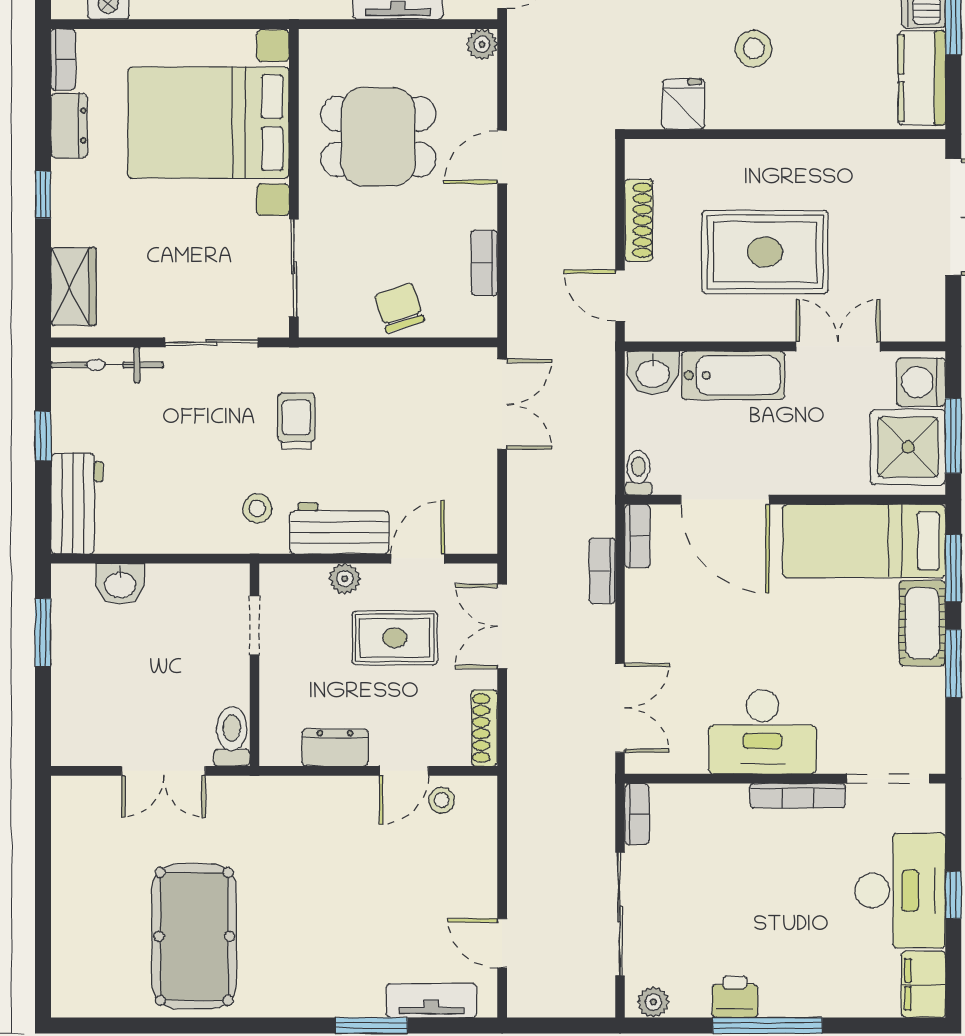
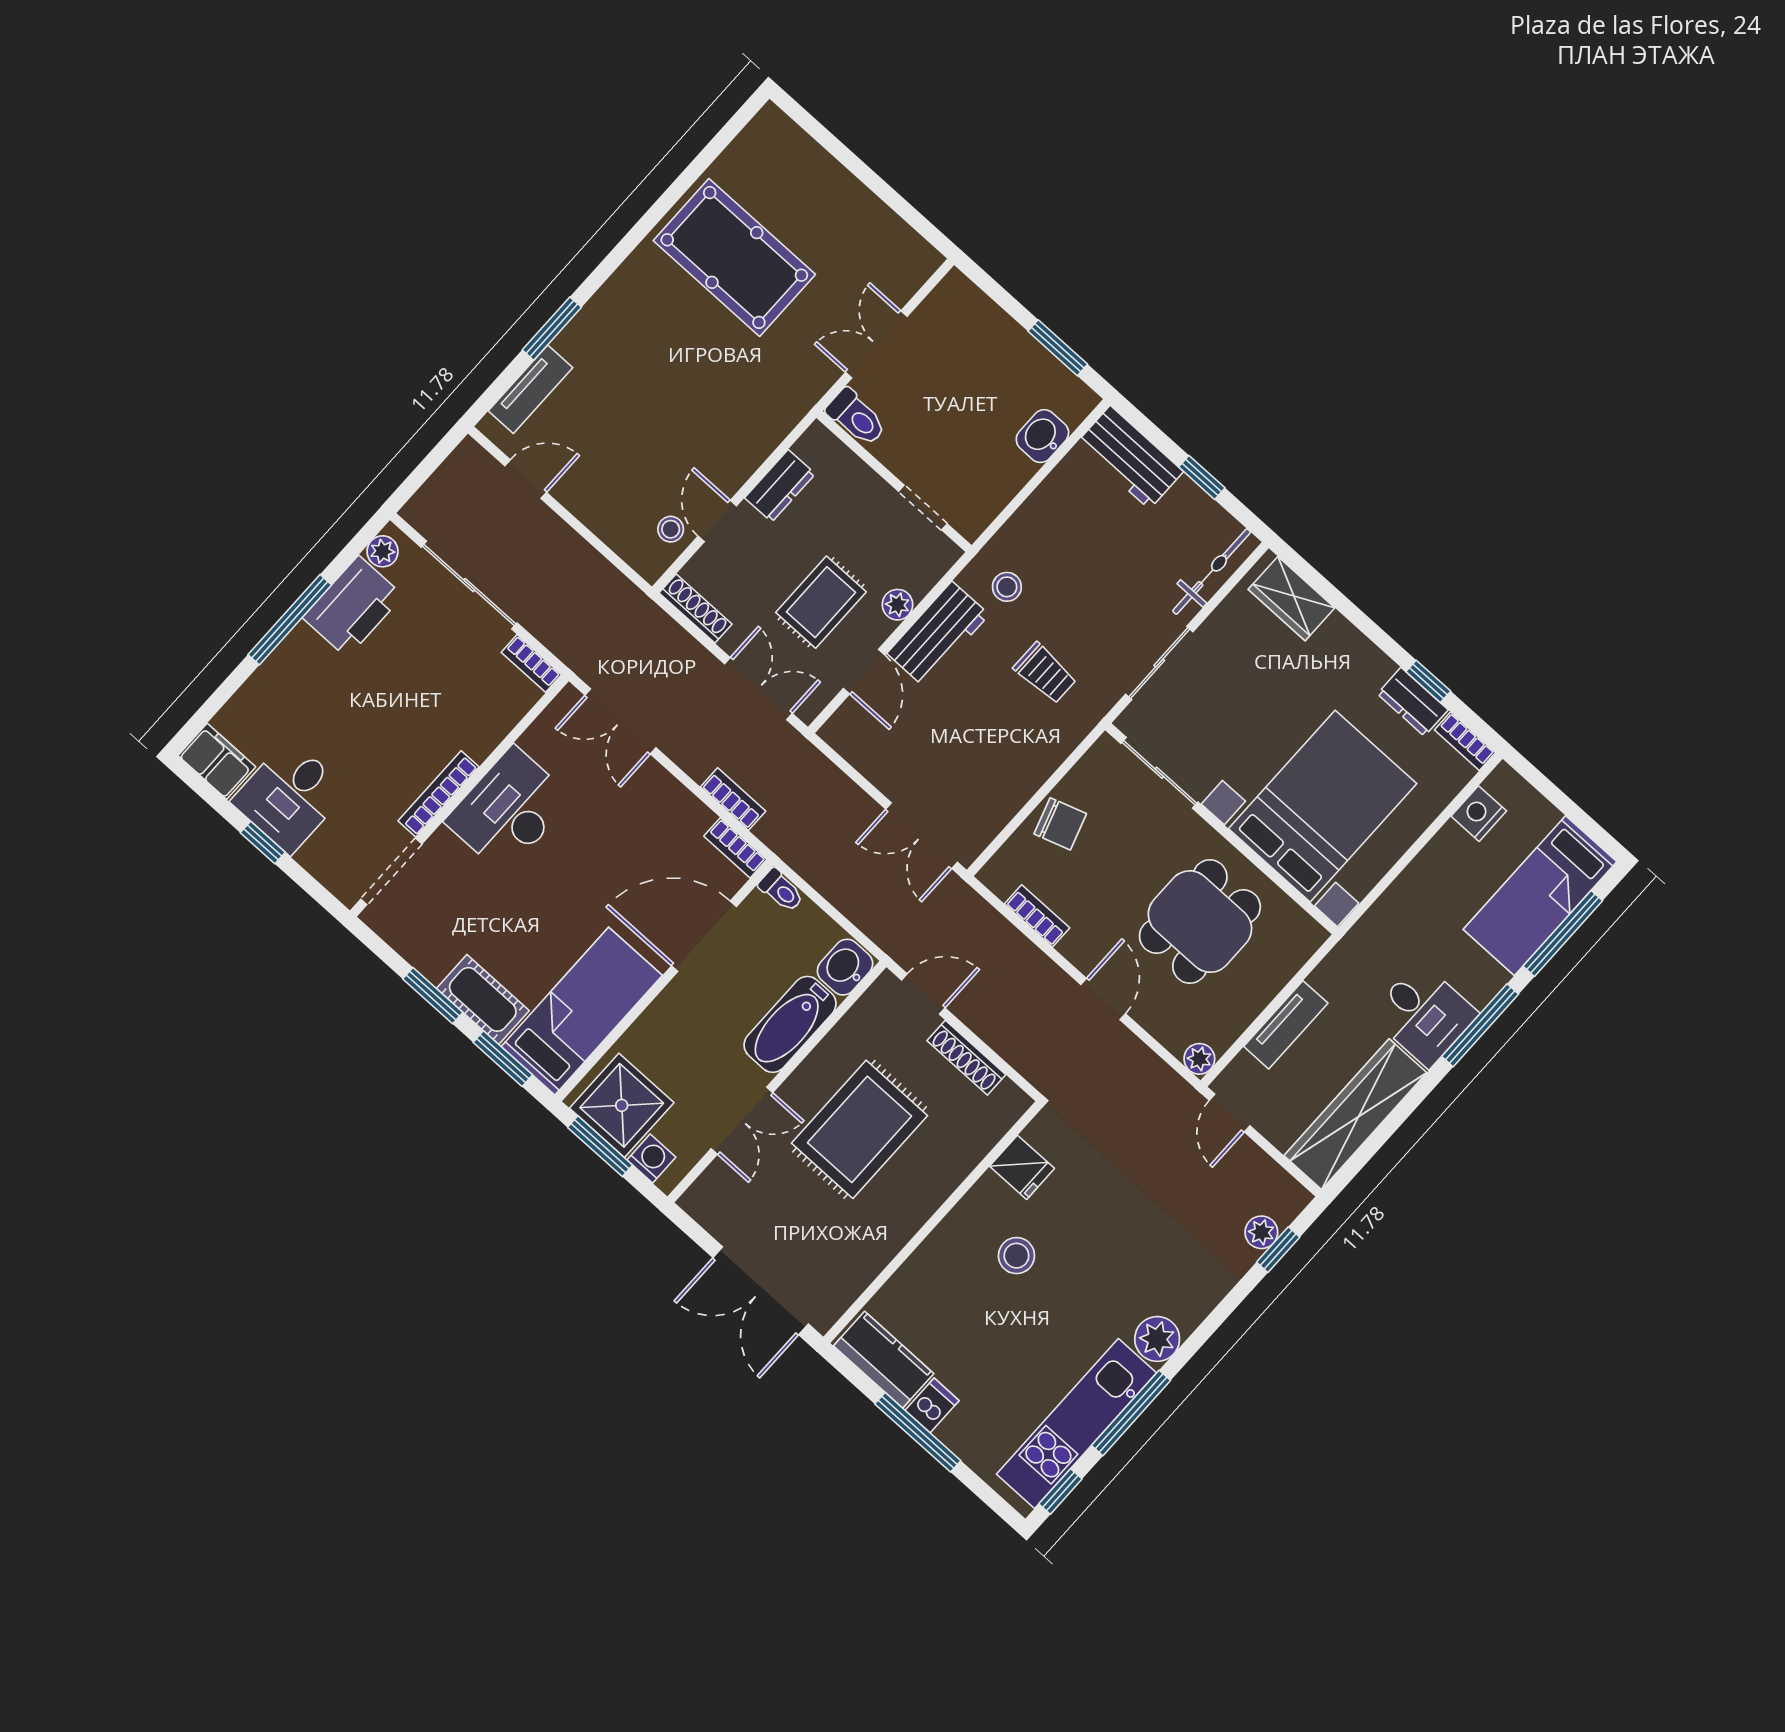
window: (43, 195) -> (1428, 681), moved
washing machine: (921, 382) -> (651, 1158), width x0.73, depth x0.73
desk: (900, 891) -> (290, 796), width x0.73
printer: (735, 997) -> (353, 607), width x1.87, depth x1.48

